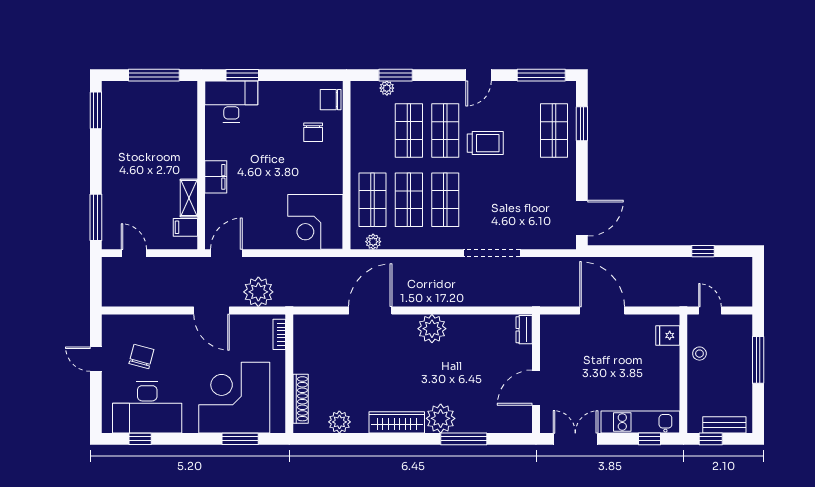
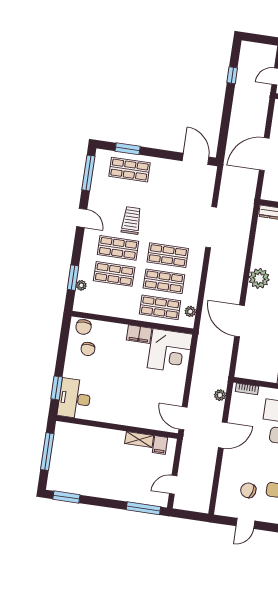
chair: (313, 132) -> (88, 349), moved, turned 90
filing cabinet: (216, 177) -> (139, 334), moved, turned 180
plant: (258, 292) -> (220, 395), width x0.53, depth x0.53

